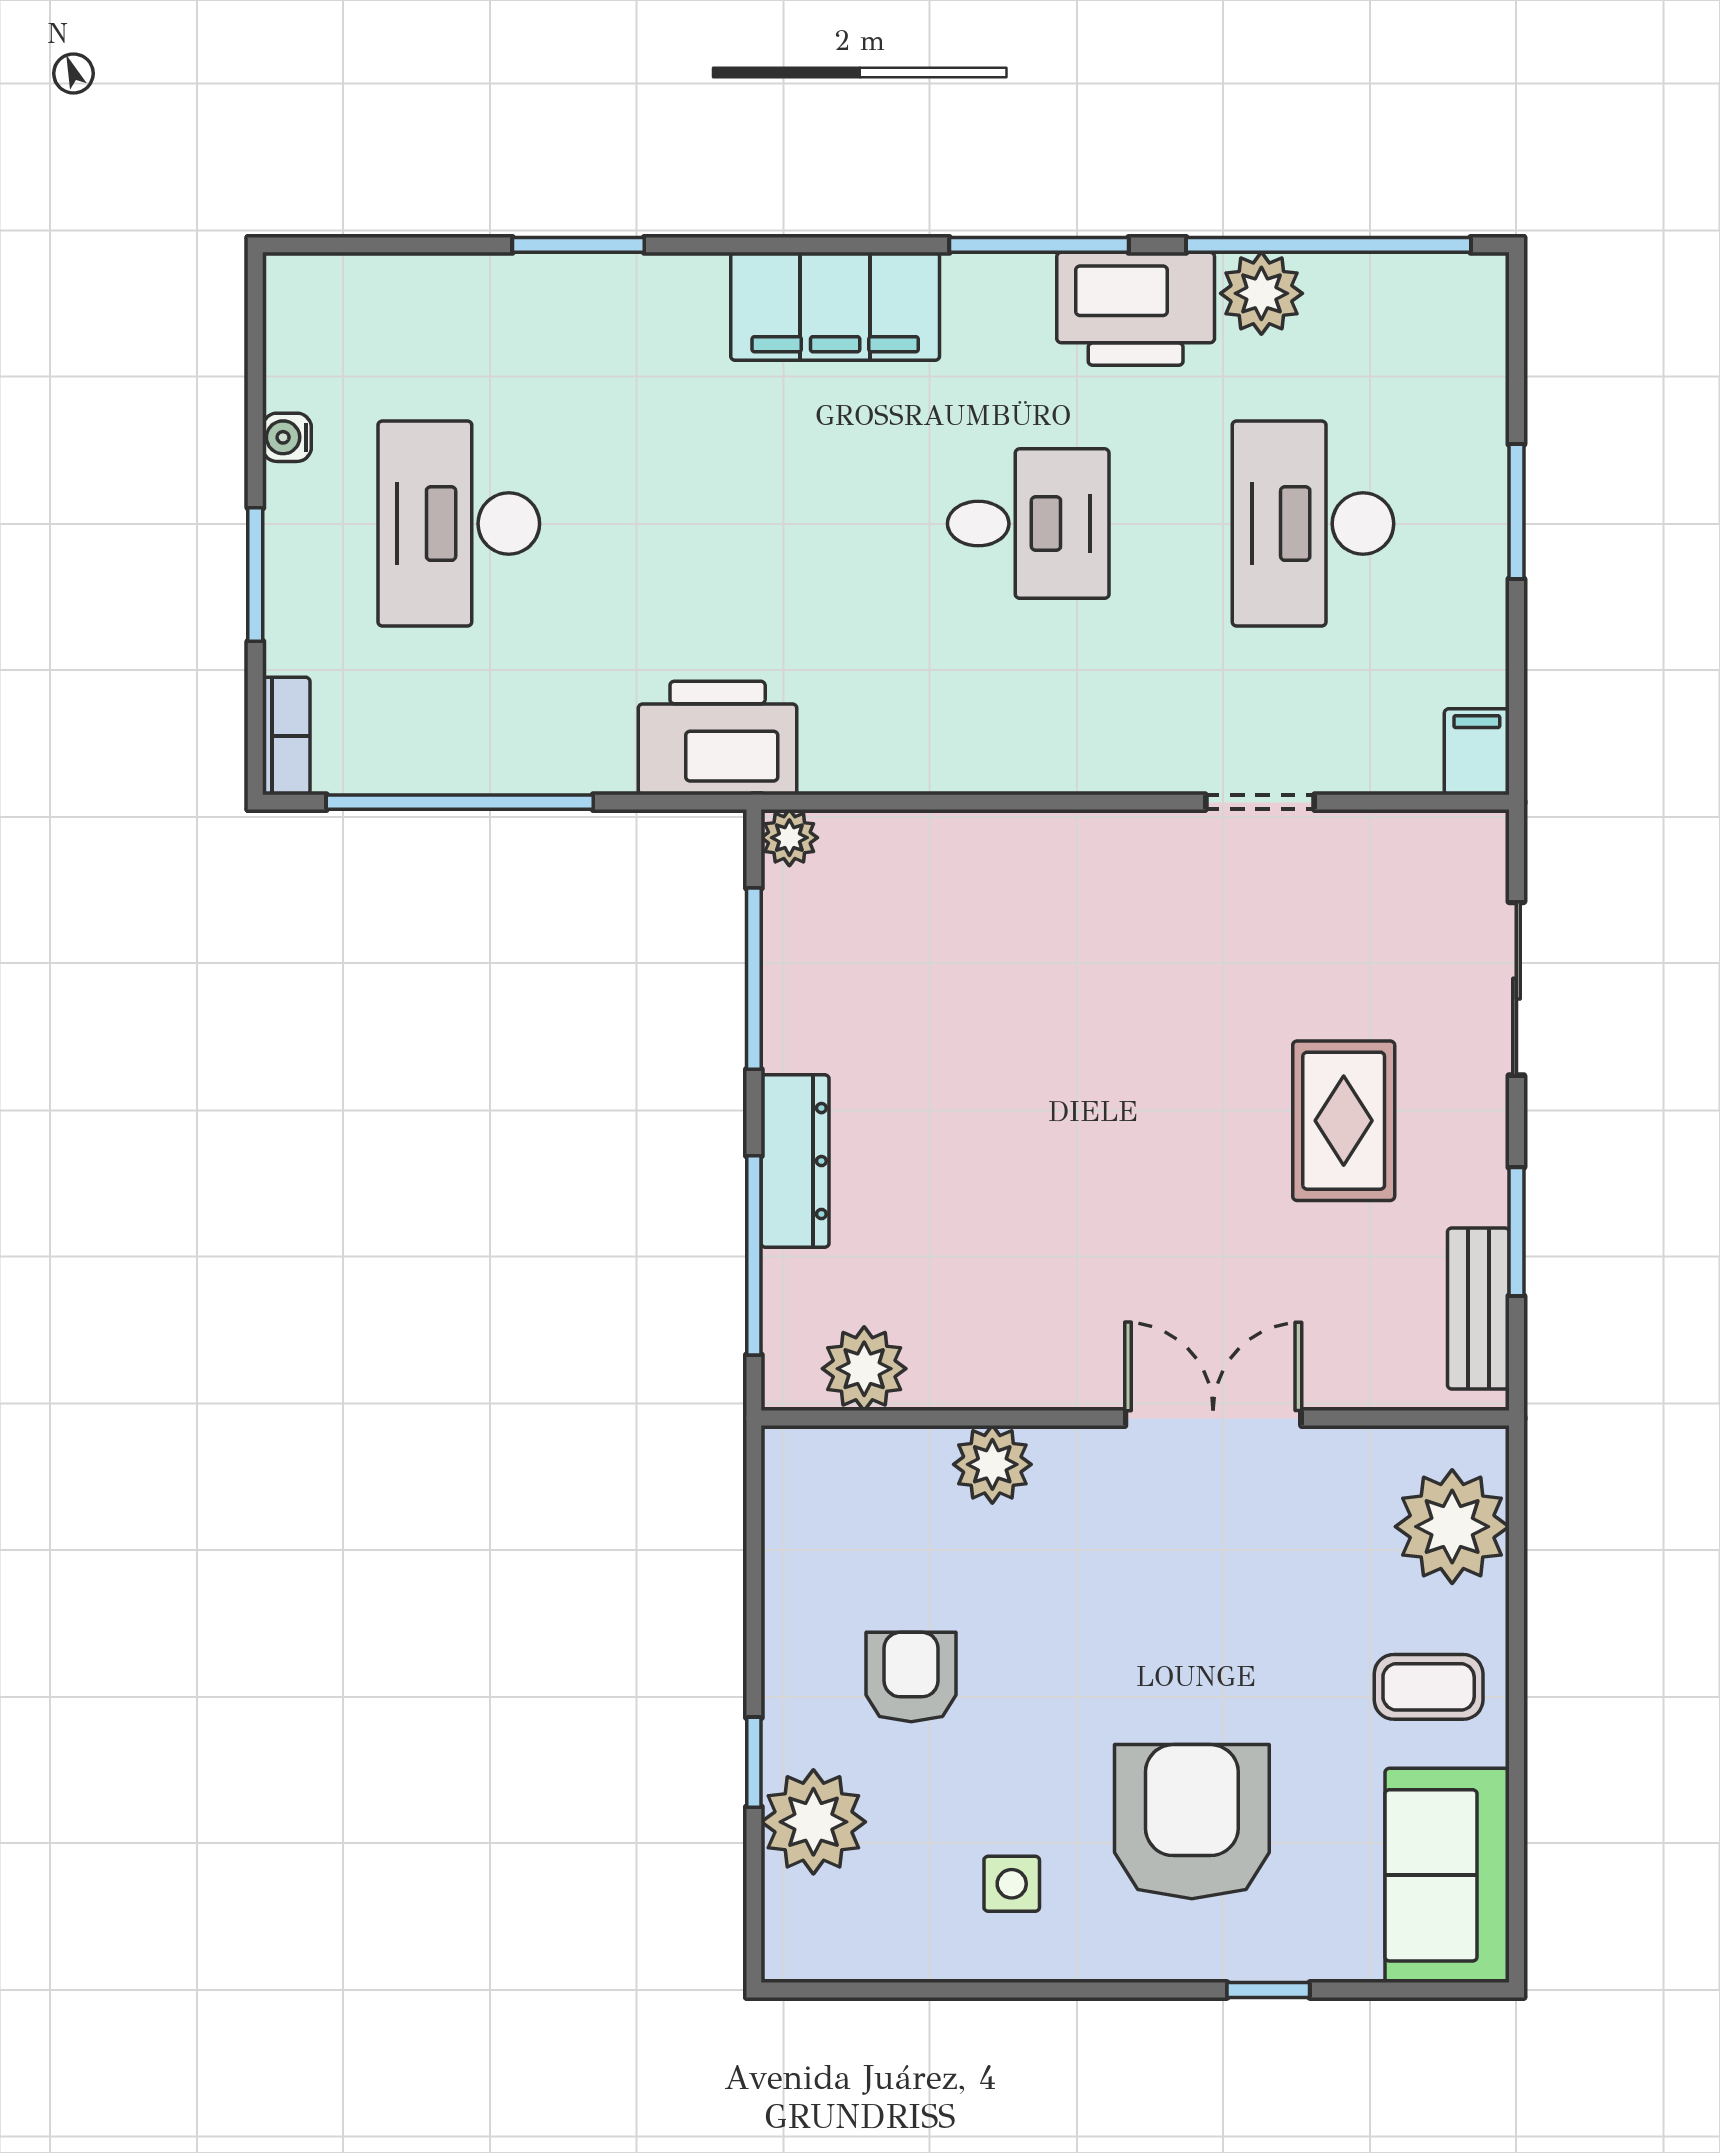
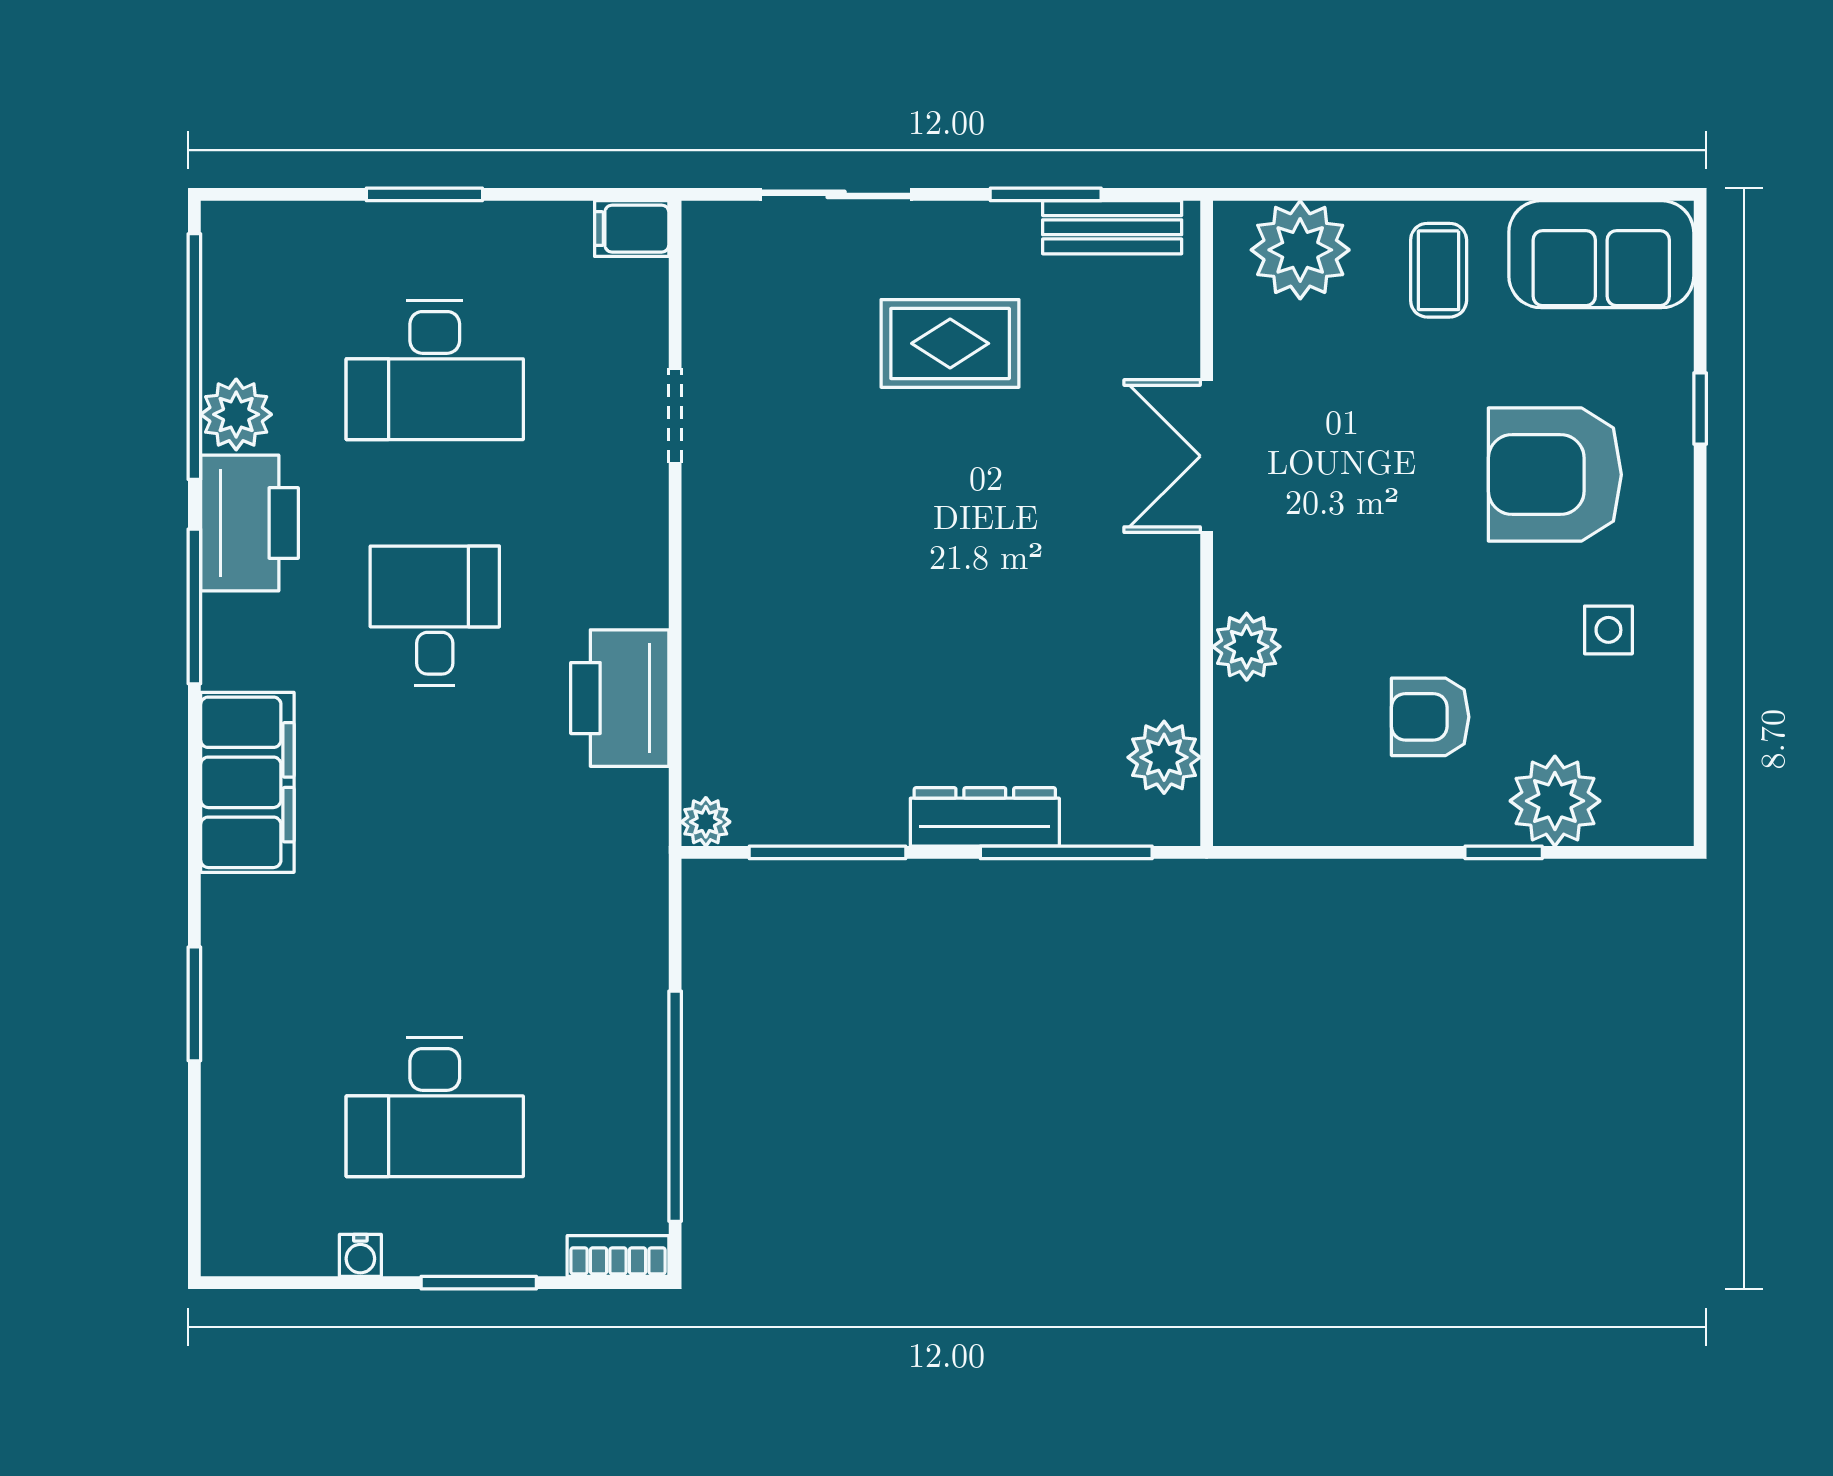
printer: (718, 738) -> (620, 698), moved

